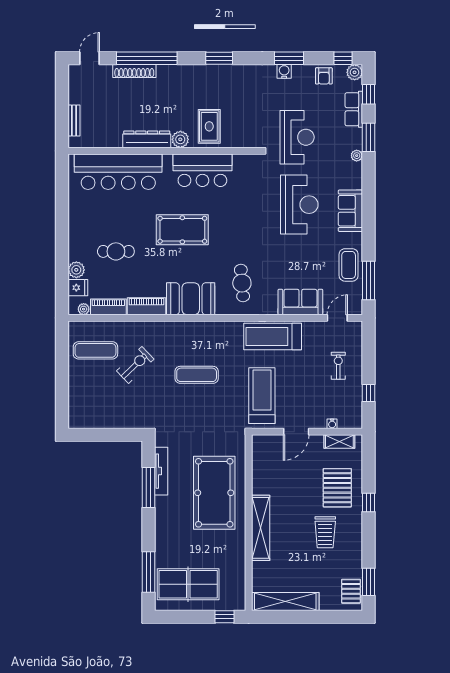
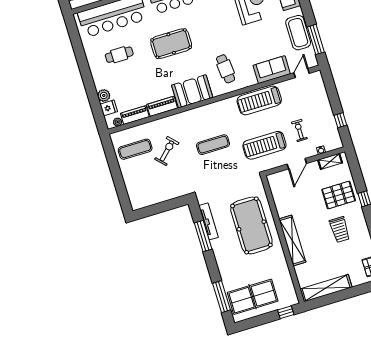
cafe table: (116, 251) -> (119, 55), moved
coffee table: (349, 265) -> (298, 33), width x1.36, depth x1.32
exercise bike: (338, 366) -> (299, 130), moved
treadmill: (262, 396) -> (264, 145), turned -90
pallet: (337, 488) -> (339, 195), turned 90

